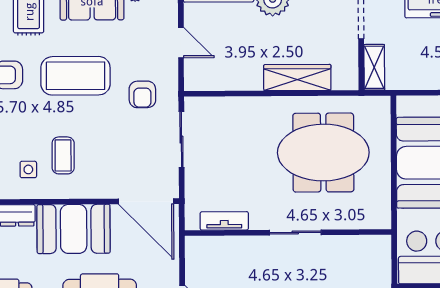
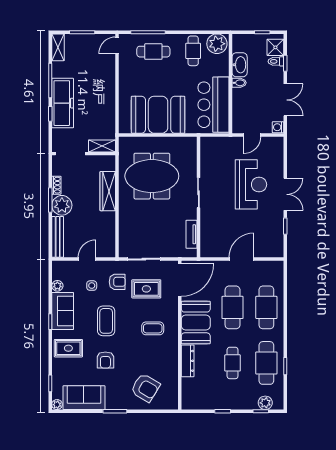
coffee table: (75, 76) -> (106, 321), width x0.73, depth x0.76
rug: (131, 144) -> (146, 289), added
meeting table: (323, 153) -> (152, 176), turned 90
side table: (28, 169) -> (92, 286), moved

